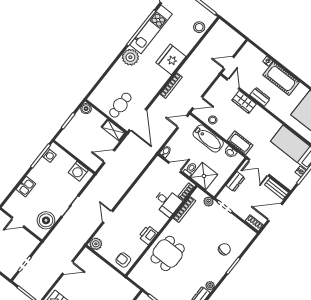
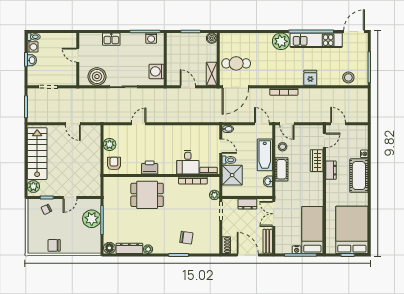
fridge: (171, 59) -> (310, 78), width x0.53, depth x0.75
cot: (240, 143) -> (281, 169), moved
plant: (96, 244) -> (110, 145), moved

